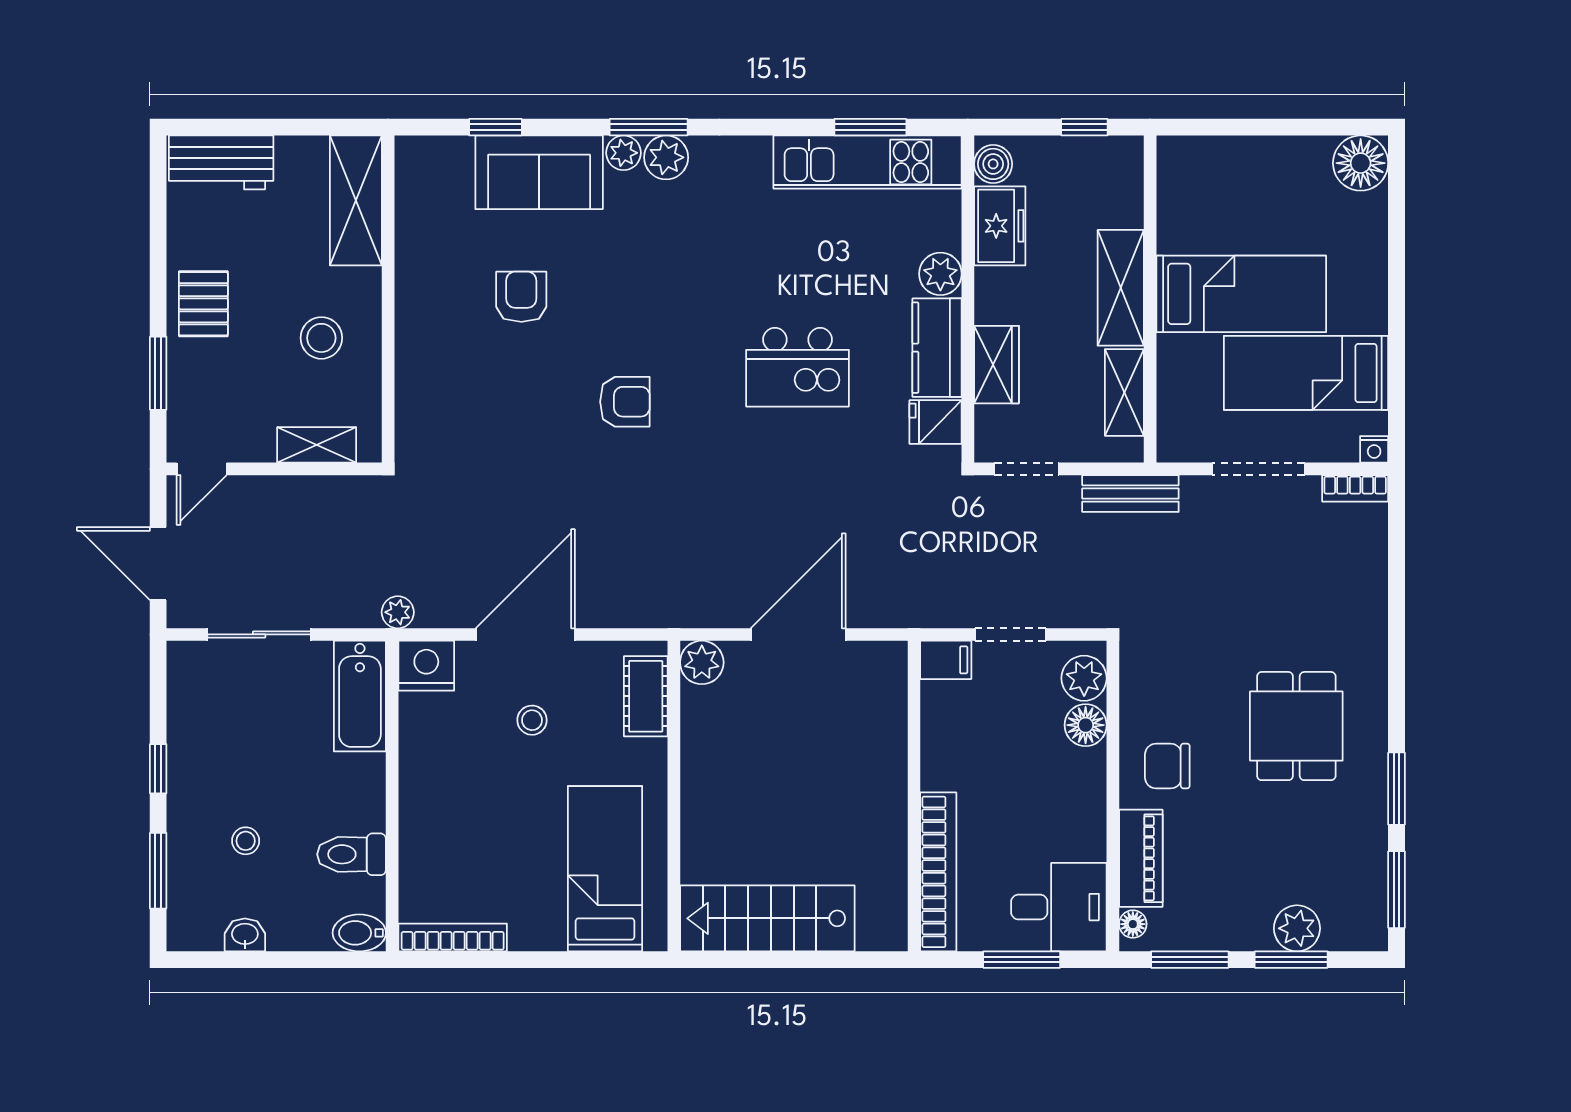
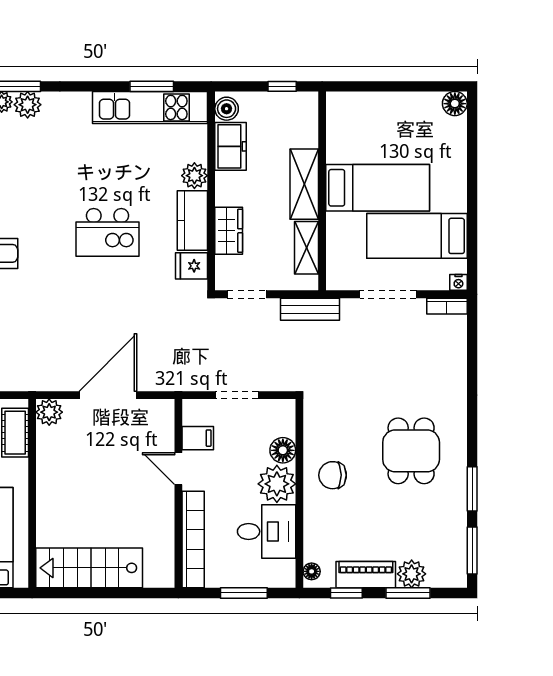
floor lamp: (1361, 163) -> (455, 104), width x0.73, depth x0.73
filing cabinet: (946, 660) -> (198, 438), moved
plant: (1084, 678) -> (277, 484), moved, width x1.36, depth x1.36
door: (914, 755) -> (178, 469), added
piano: (1141, 858) -> (366, 575), moved, turned -90
desk: (1059, 907) -> (267, 531), moved
window: (1190, 960) -> (346, 593), width x0.67

